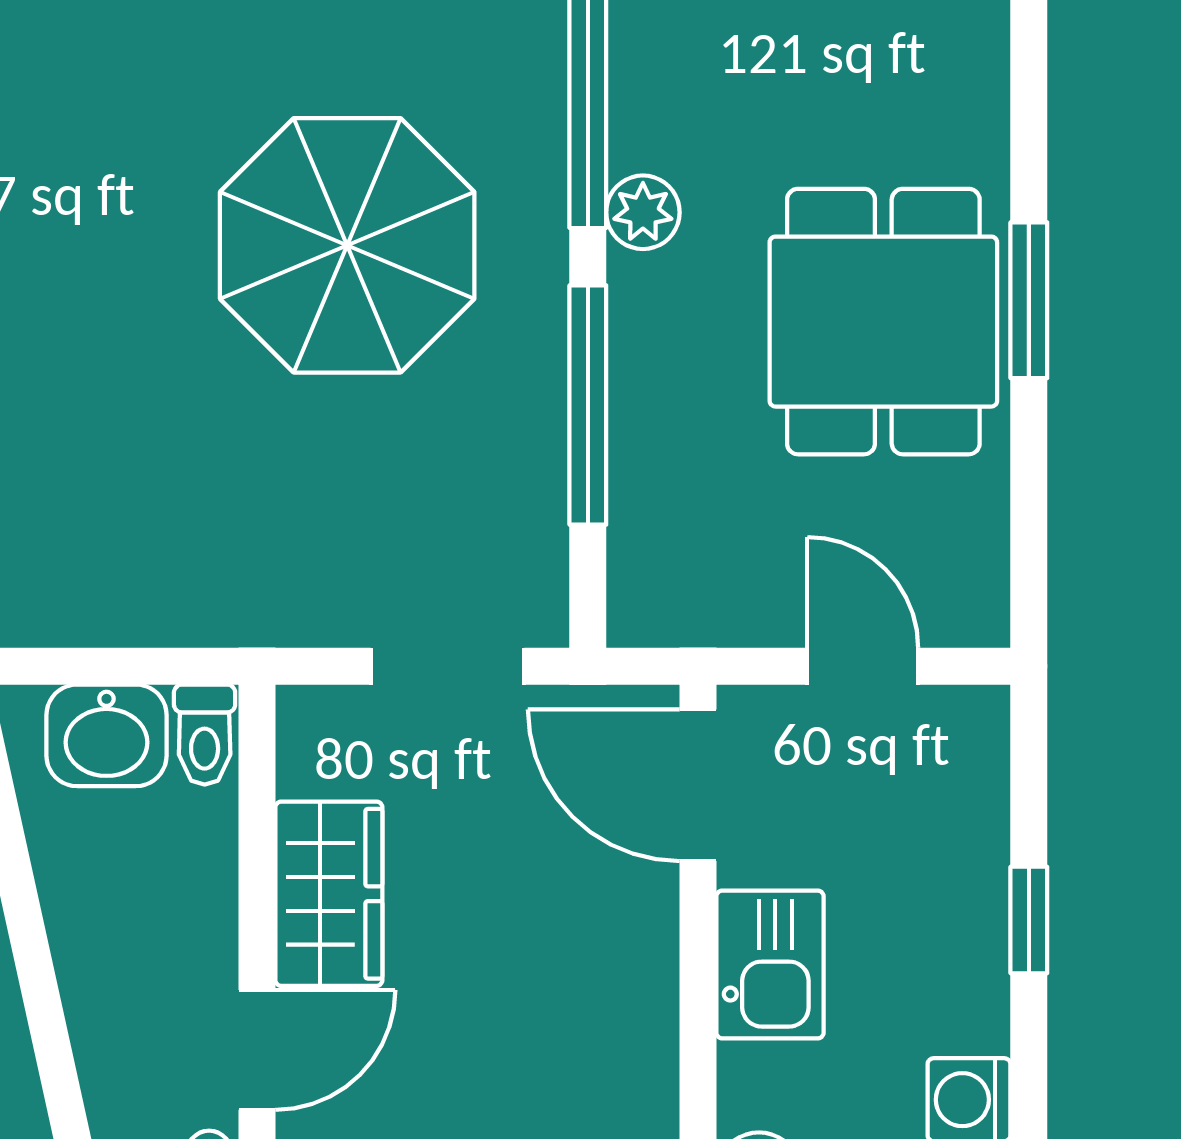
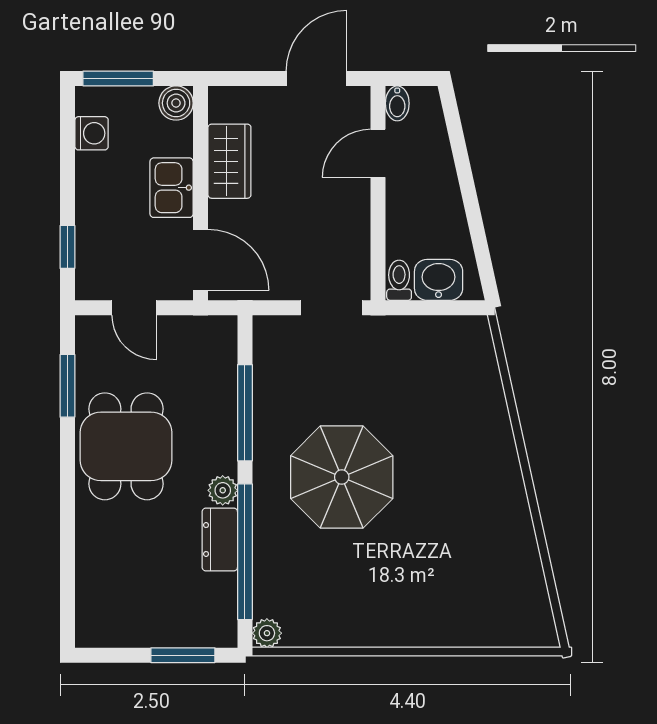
dresser: (650, 90) -> (220, 540), added
window: (1029, 300) -> (67, 386), moved
doorway: (447, 666) -> (331, 308), moved
wardrobe: (329, 894) -> (229, 161), moved, turned 180
window: (1029, 920) -> (67, 247), moved

